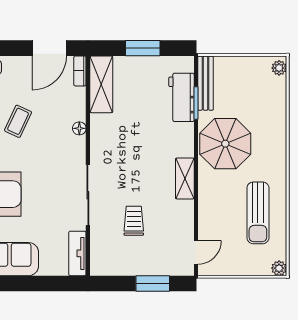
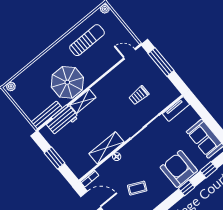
shelving: (101, 84) -> (106, 148), moved
shelving: (185, 178) -> (83, 101), moved
window: (153, 284) -> (161, 62), width x1.44

